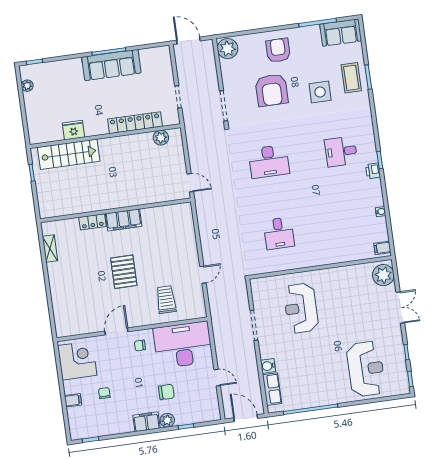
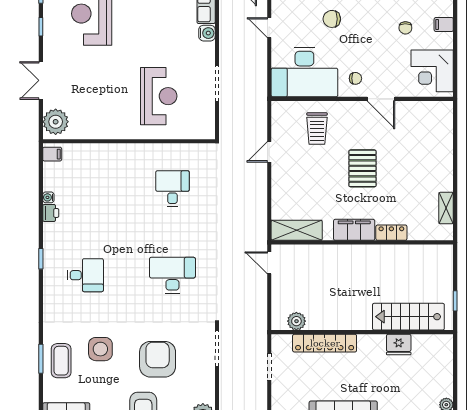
printer: (373, 171) -> (51, 213), moved
shelving: (171, 213) -> (297, 230), added
door: (116, 331) -> (381, 99), hinge flipped

